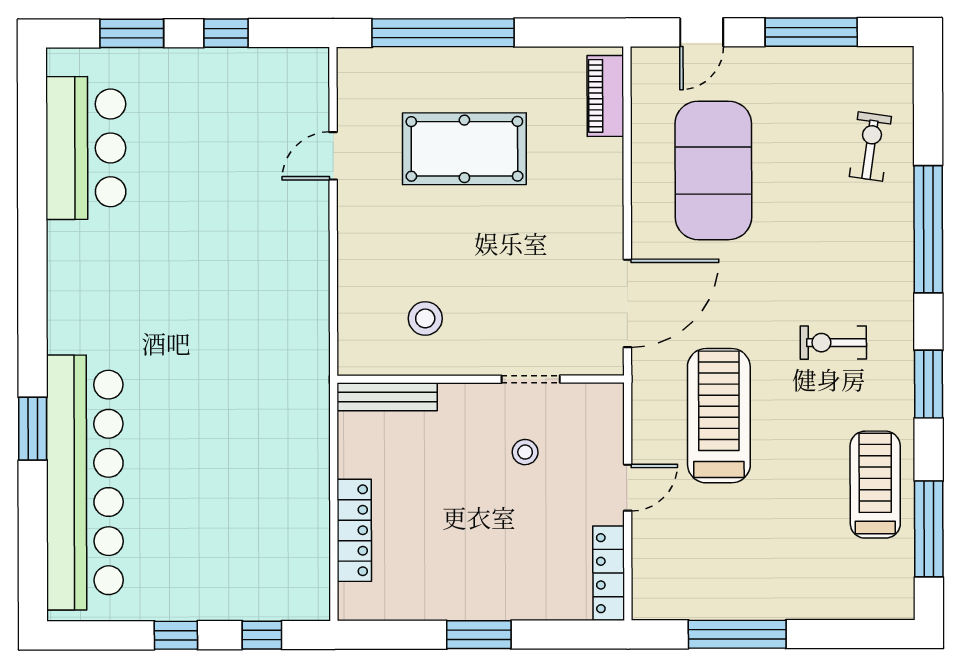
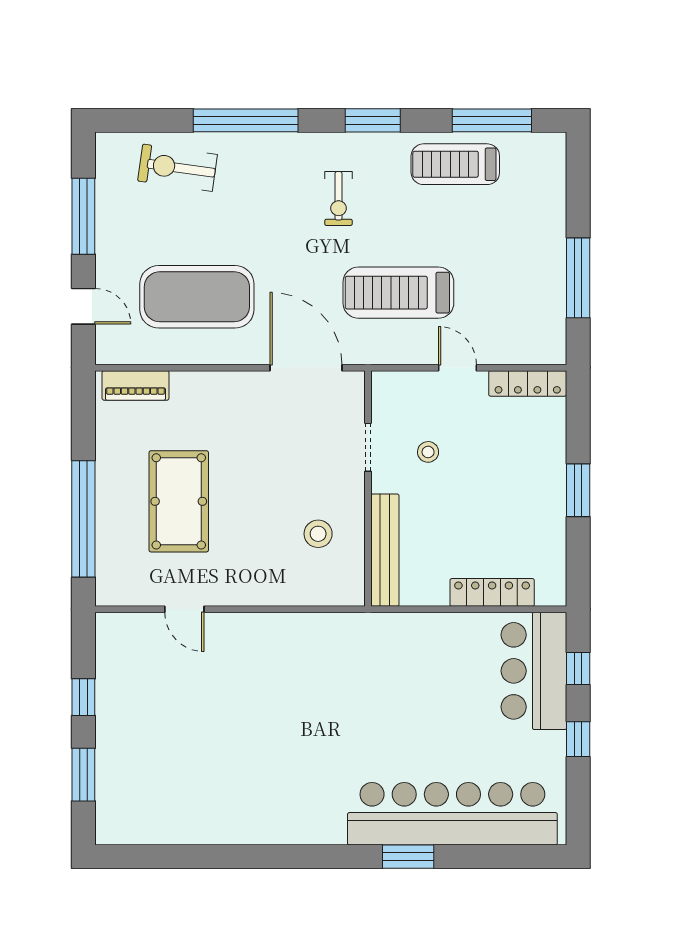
exercise bike: (870, 147) -> (177, 168), width x1.38, depth x1.39
bar counter: (86, 148) -> (534, 671), moved, turned -90
bench: (387, 397) -> (385, 550), width x1.37, depth x1.21

